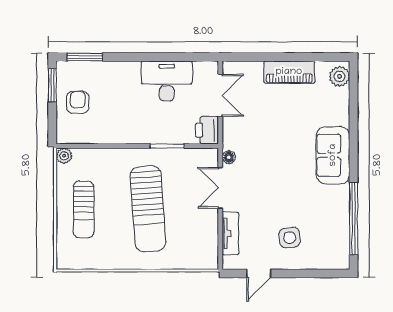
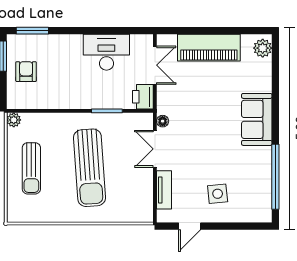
piano: (289, 72) -> (209, 48), width x1.37, depth x1.33

